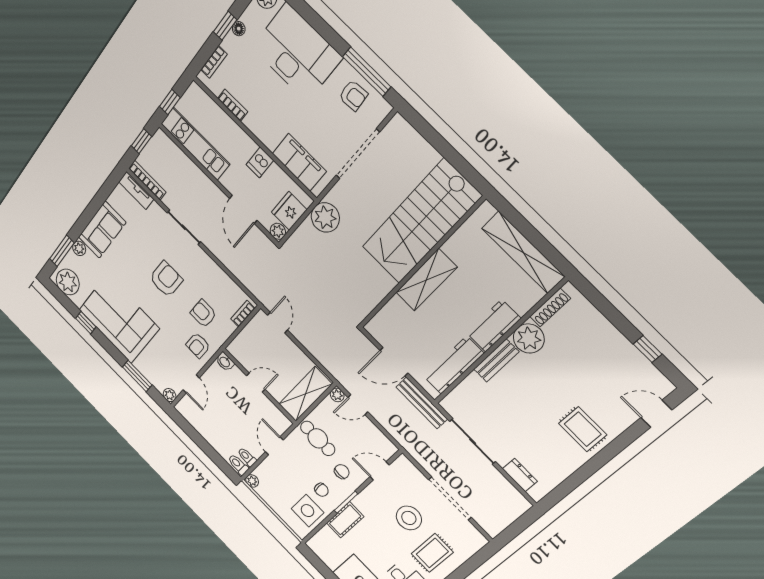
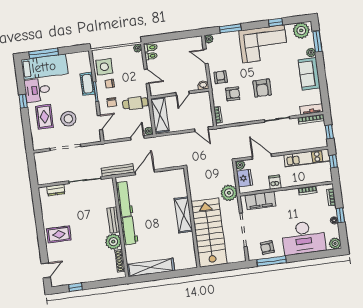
stairs: (421, 222) -> (209, 233), moved
wall: (420, 264) -> (192, 218), moved
shelving: (426, 280) -> (183, 215), moved

